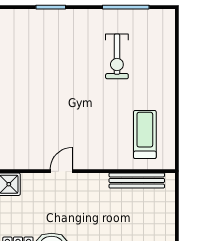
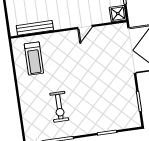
exercise bike: (117, 56) -> (59, 107), turned 180

